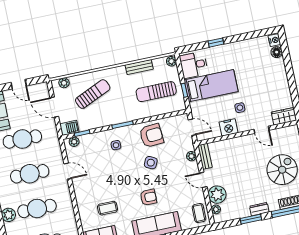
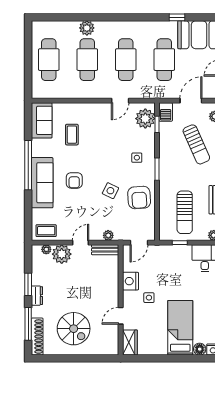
bed: (211, 86) -> (180, 328), moved, turned 180
sun lounger: (156, 92) -> (185, 212), turned 180
plant: (74, 142) -> (145, 119), width x1.88, depth x1.88

